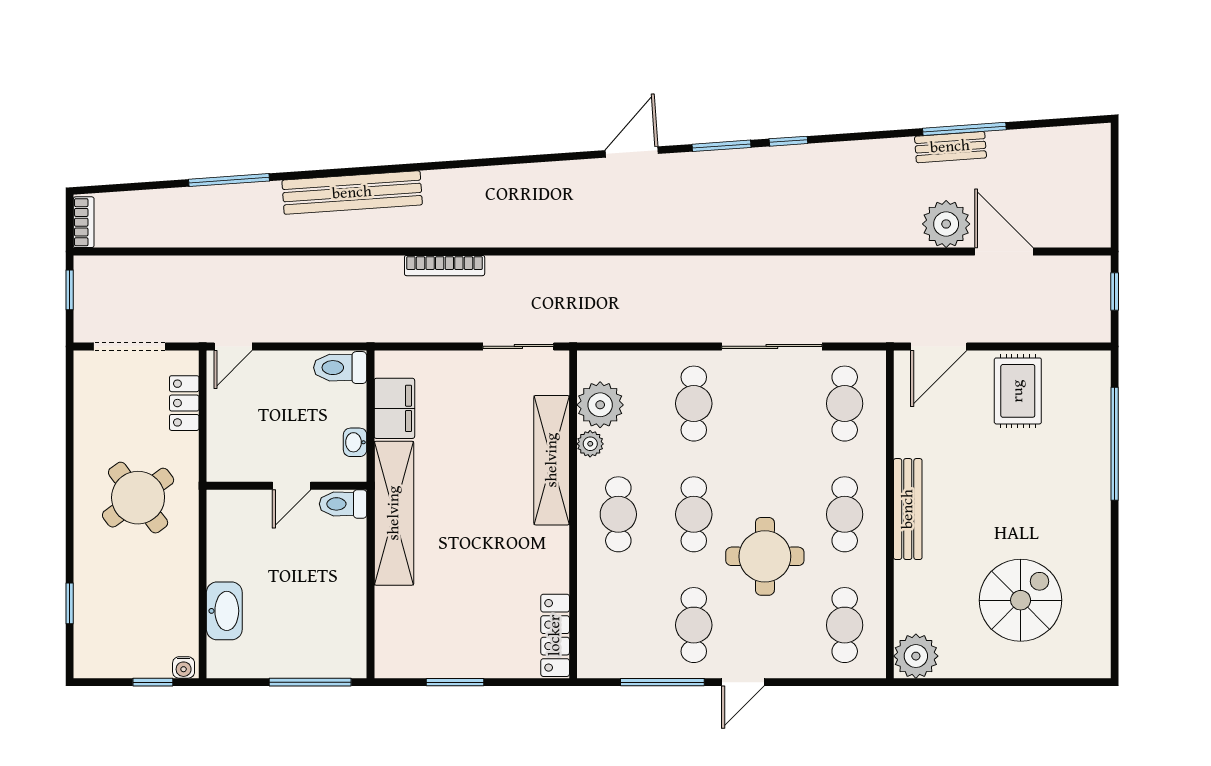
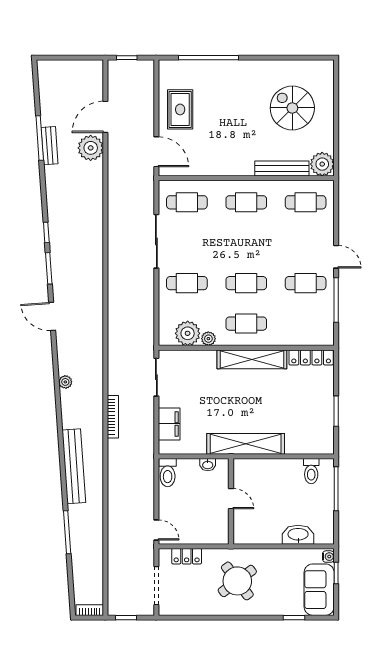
plant: (509, 177) -> (65, 382), added
rug: (1018, 391) -> (180, 109), turned 90
filing cabinet: (394, 408) -> (169, 424), moved, turned 90
shelving: (552, 460) -> (252, 359), moved
toilet: (343, 504) -> (311, 471), moved
bench: (908, 509) -> (282, 168), moved
round table: (765, 556) -> (269, 245), removed
sofa: (122, 650) -> (319, 590), added

